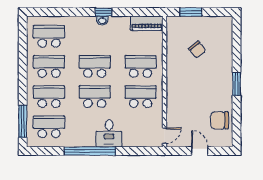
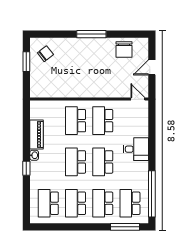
window: (103, 12) -> (26, 168), moved
window: (191, 12) -> (26, 62), moved
piano: (147, 23) -> (37, 134), moved
chair: (197, 50) -> (45, 54), moved
window: (237, 84) -> (91, 34), width x1.44
window: (90, 151) -> (152, 194), moved

